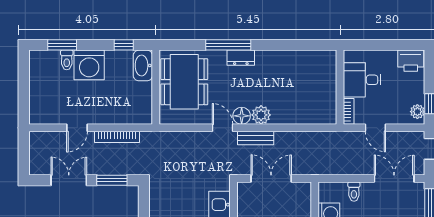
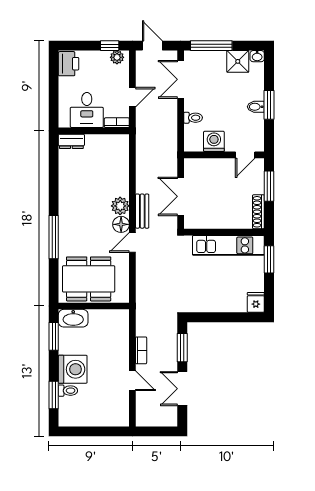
window: (124, 45) -> (54, 336), width x1.50
dresser: (241, 58) -> (71, 141), moved, turned 90
bookcase: (117, 137) -> (141, 350), width x0.64

